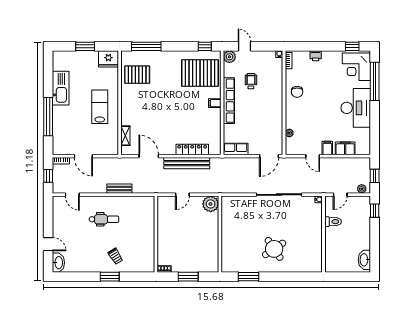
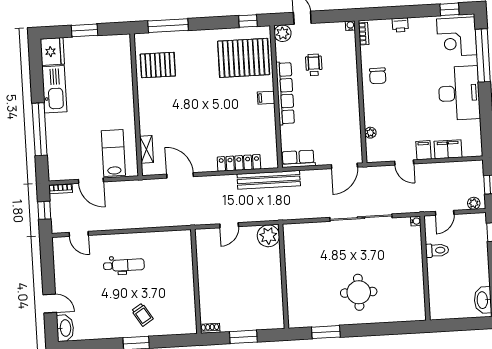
fridge: (108, 59) -> (52, 52), moved, turned -90
lab bench: (100, 107) -> (113, 153), moved
bench: (187, 163) -> (269, 180), moved
bench: (119, 189) -> (143, 222), removed
round table: (274, 249) -> (359, 292), turned 34

